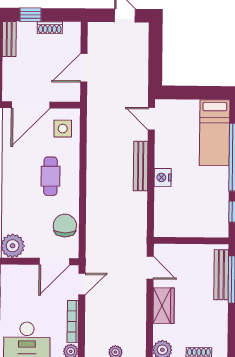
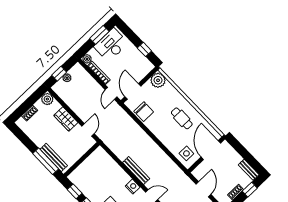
cafe table: (50, 176) -> (182, 118), moved
nightstand: (163, 177) -> (133, 187), moved
door: (150, 268) -> (88, 130), swing flipped

